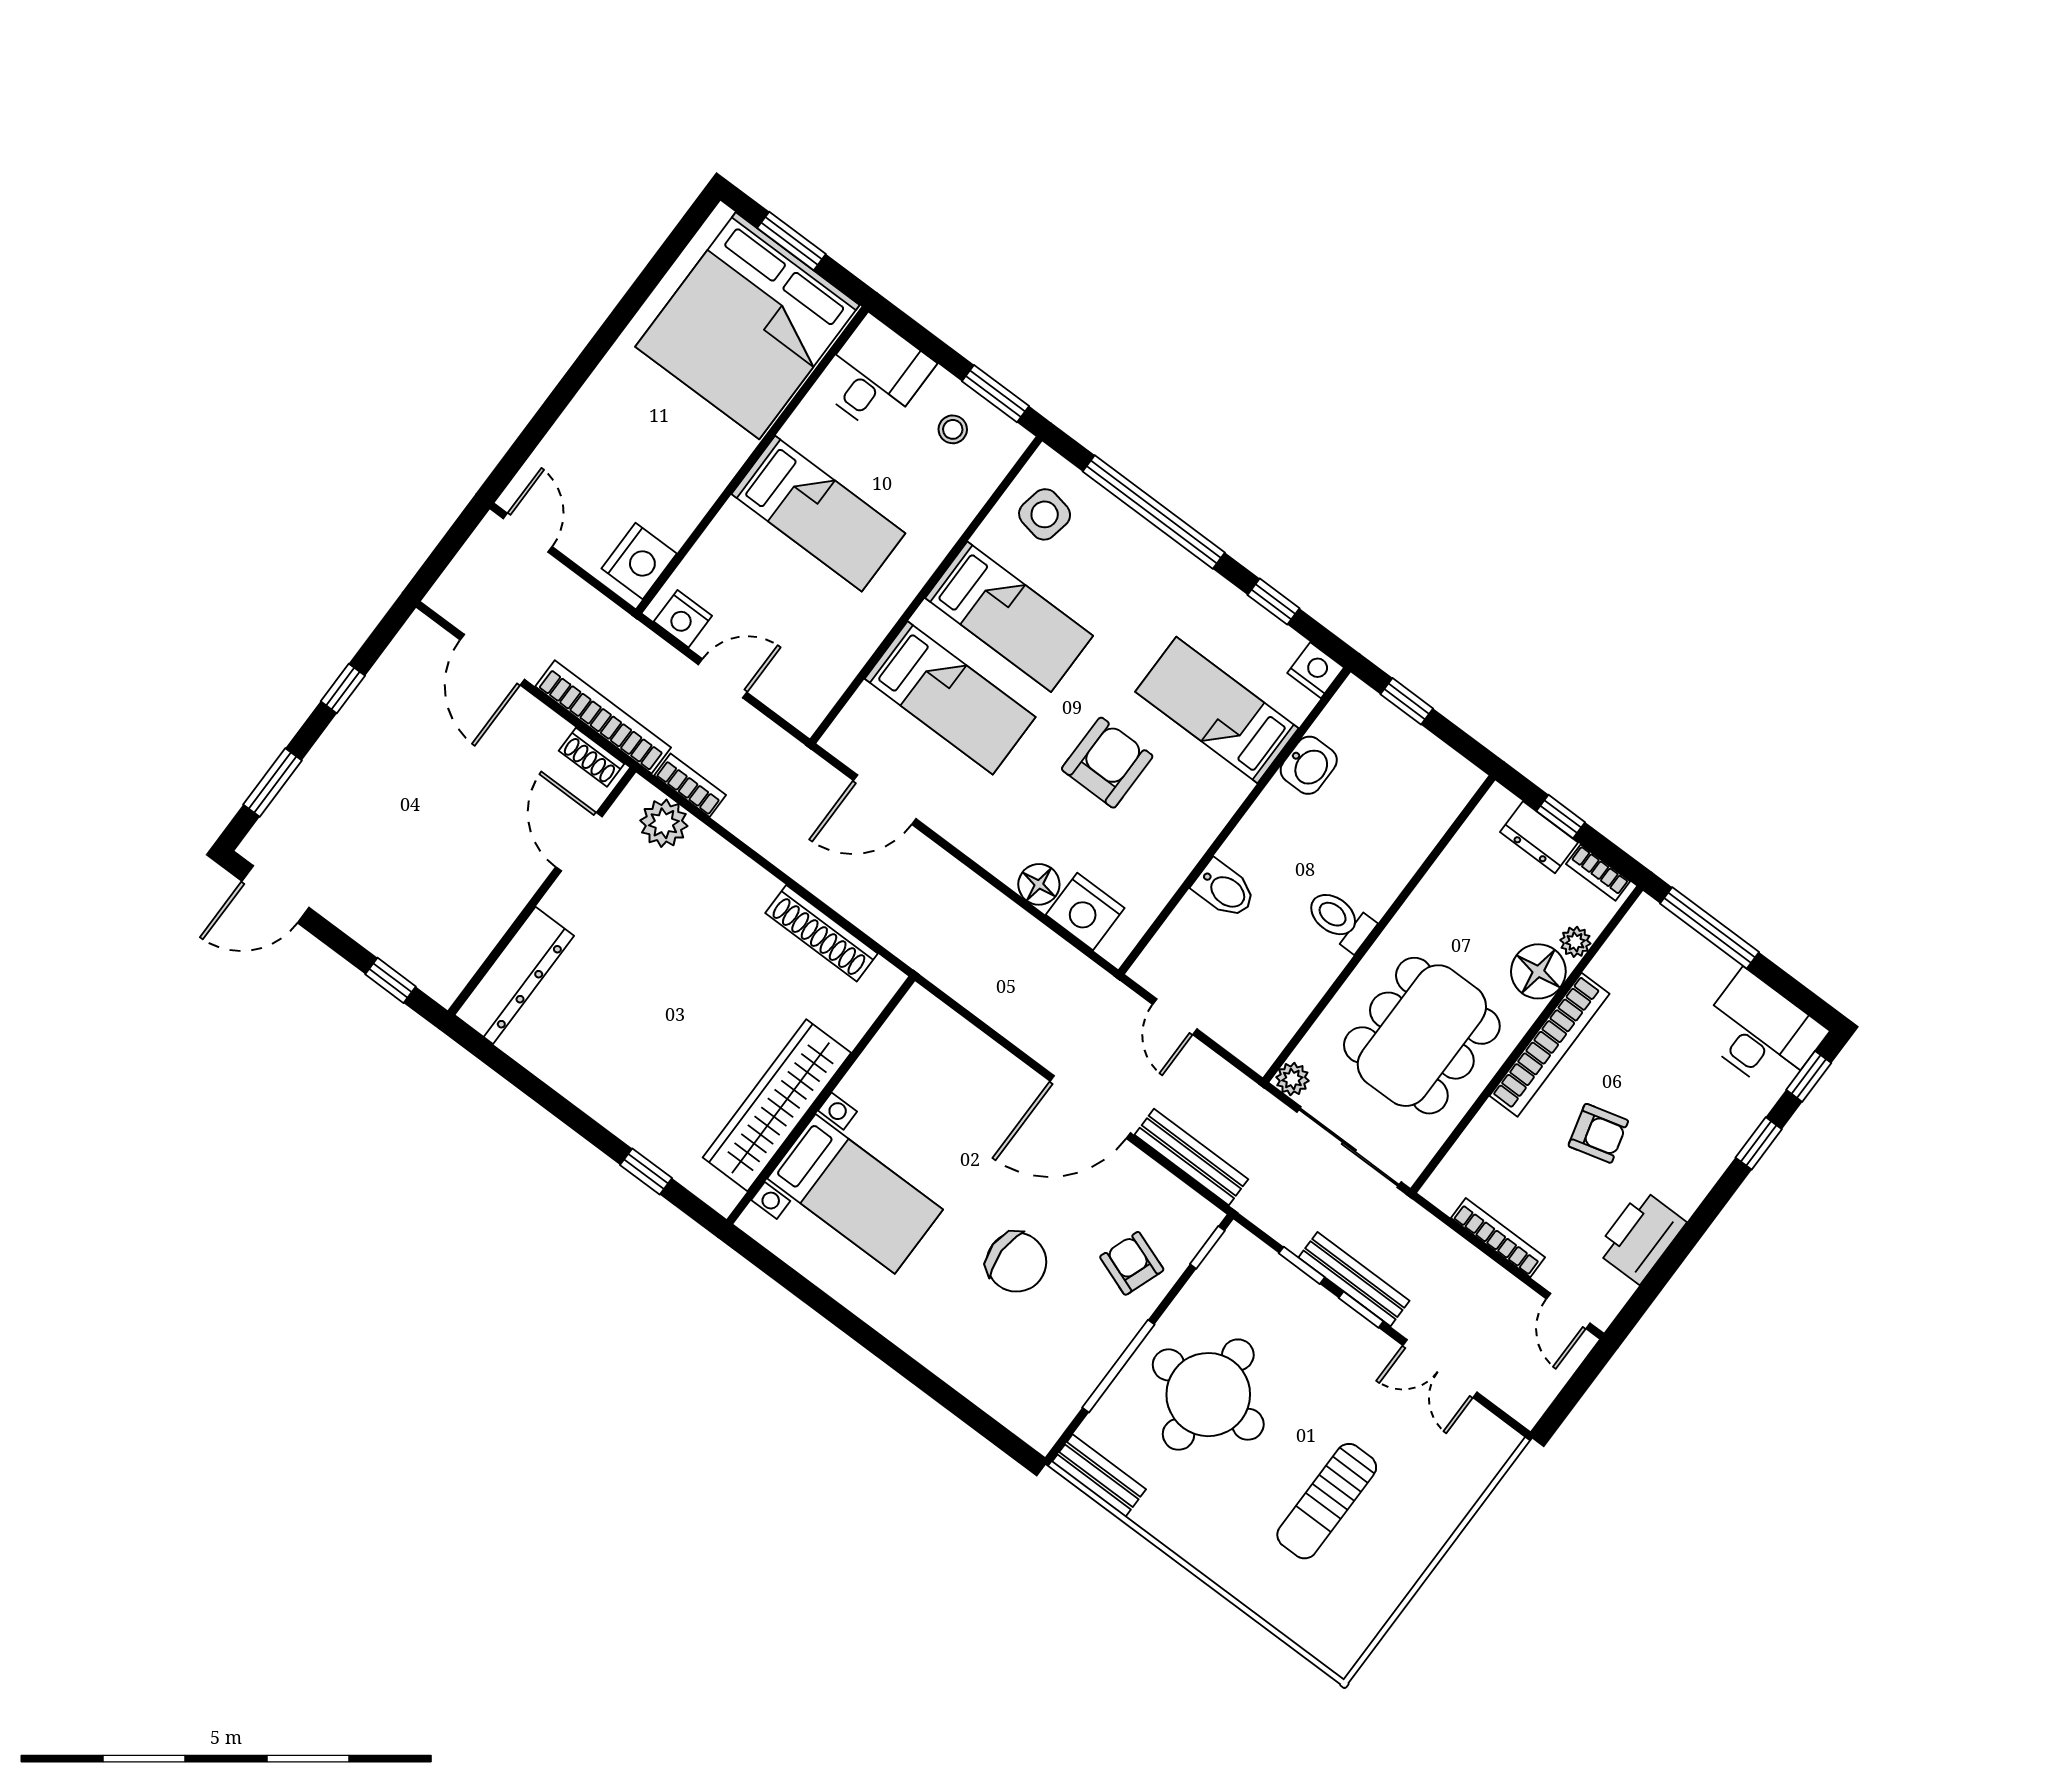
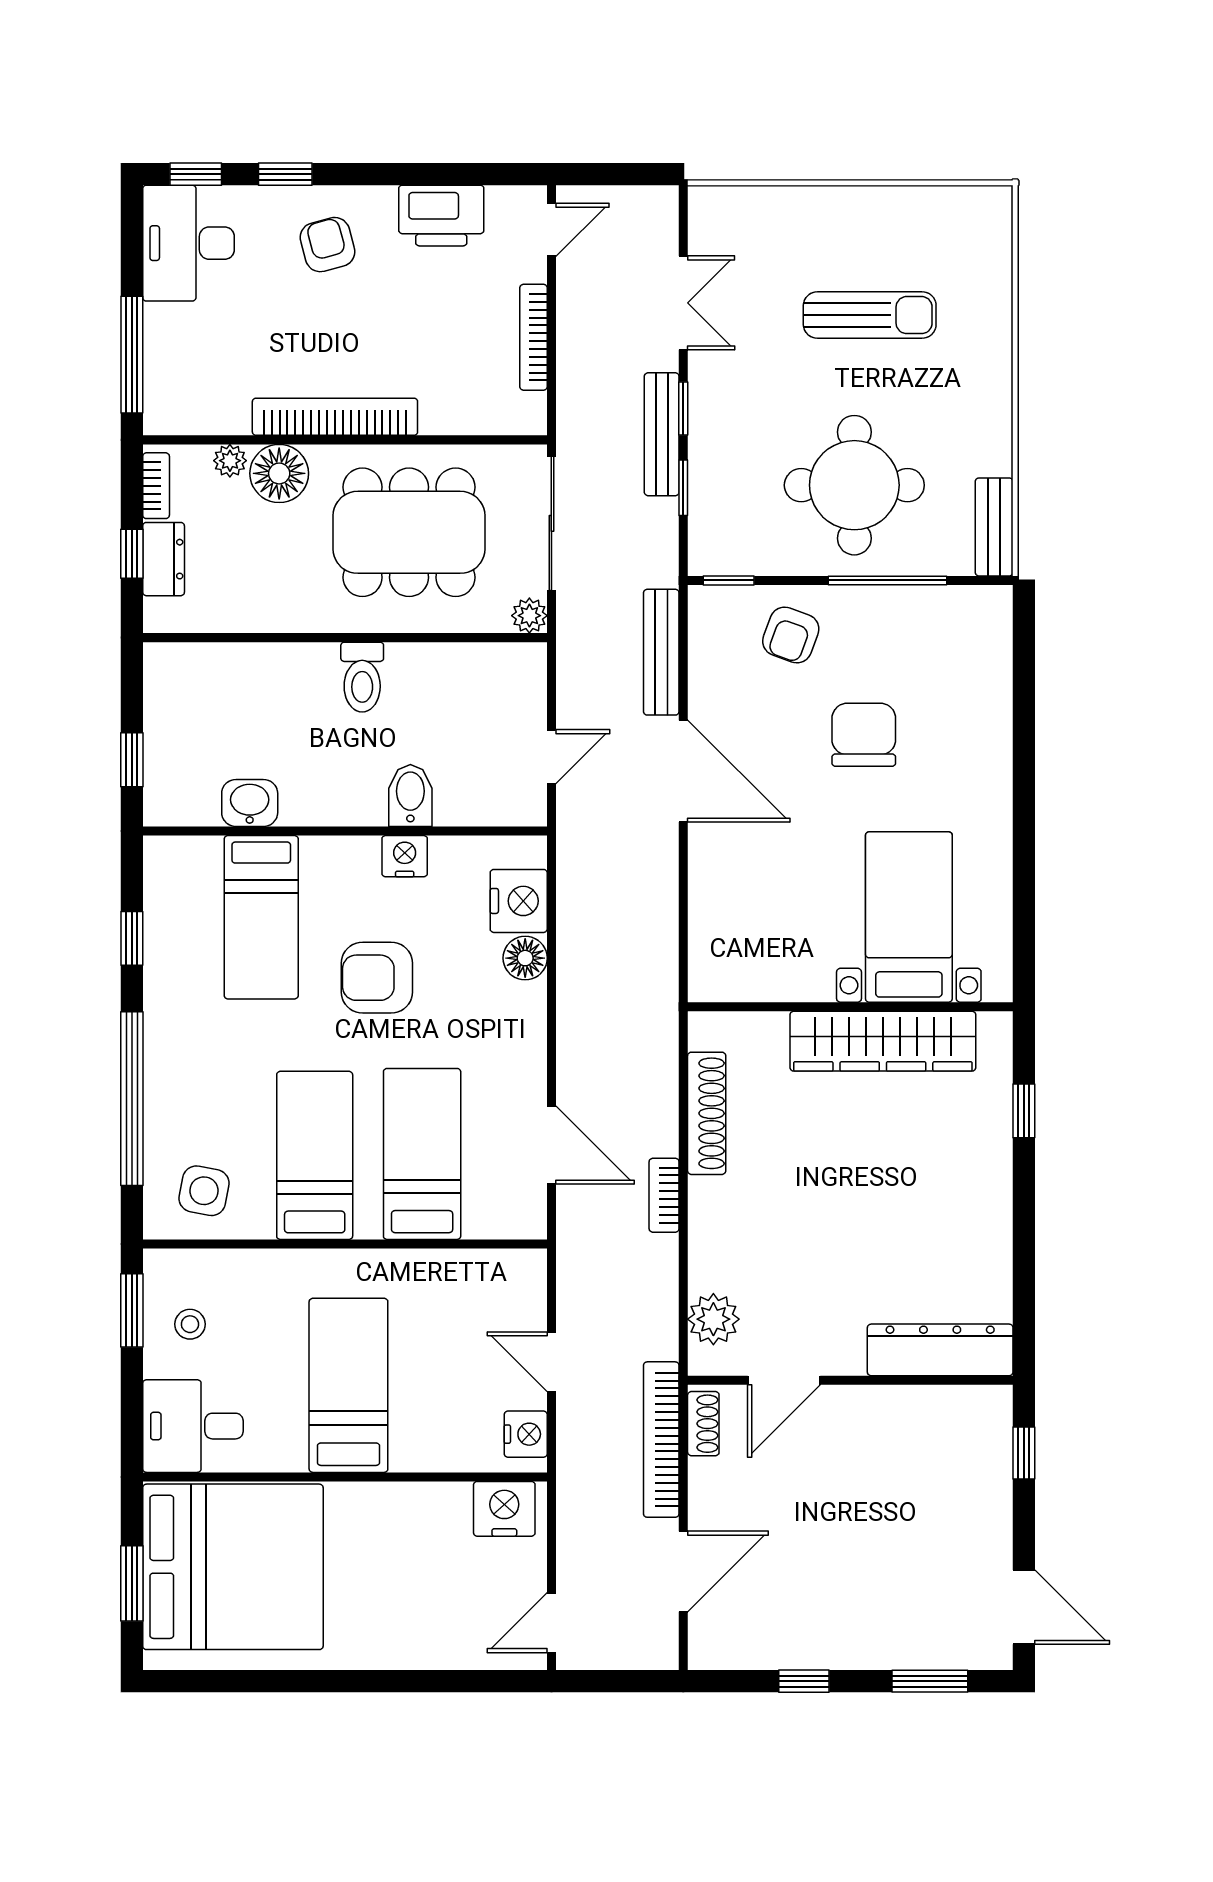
nightstand: (1316, 670) -> (405, 856), moved, turned 90
bookcase: (690, 785) -> (664, 1195), moved
armchair: (1598, 1133) -> (327, 245), moved

